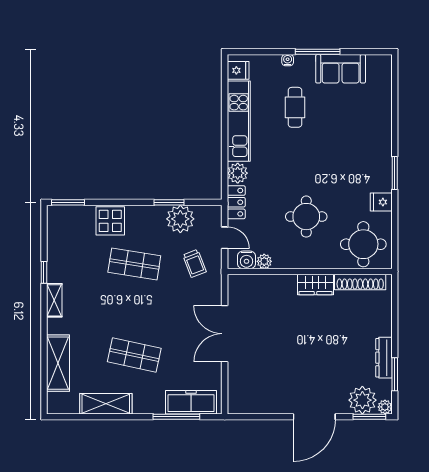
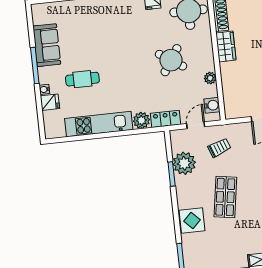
fridge: (238, 70) -> (50, 102), moved, turned 90
round table: (306, 217) -> (171, 60), turned 33
plant: (264, 261) -> (210, 78), moved

